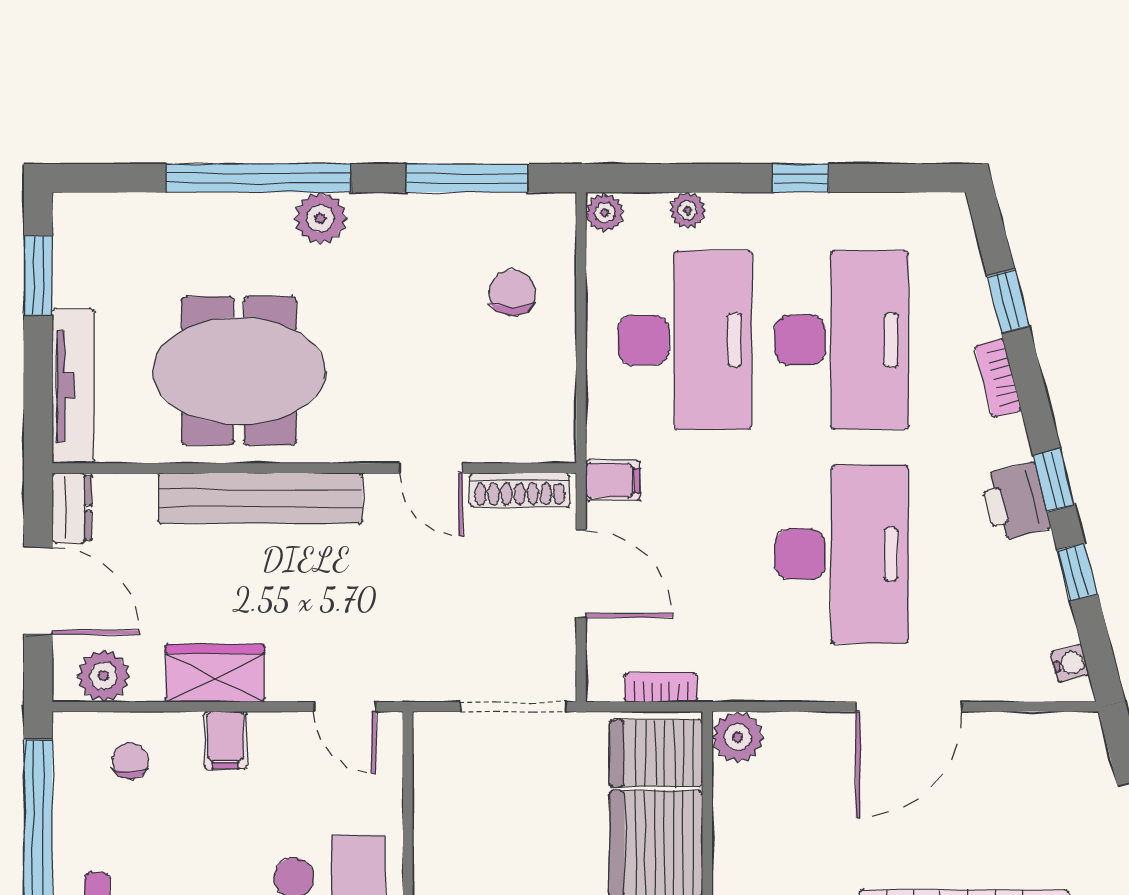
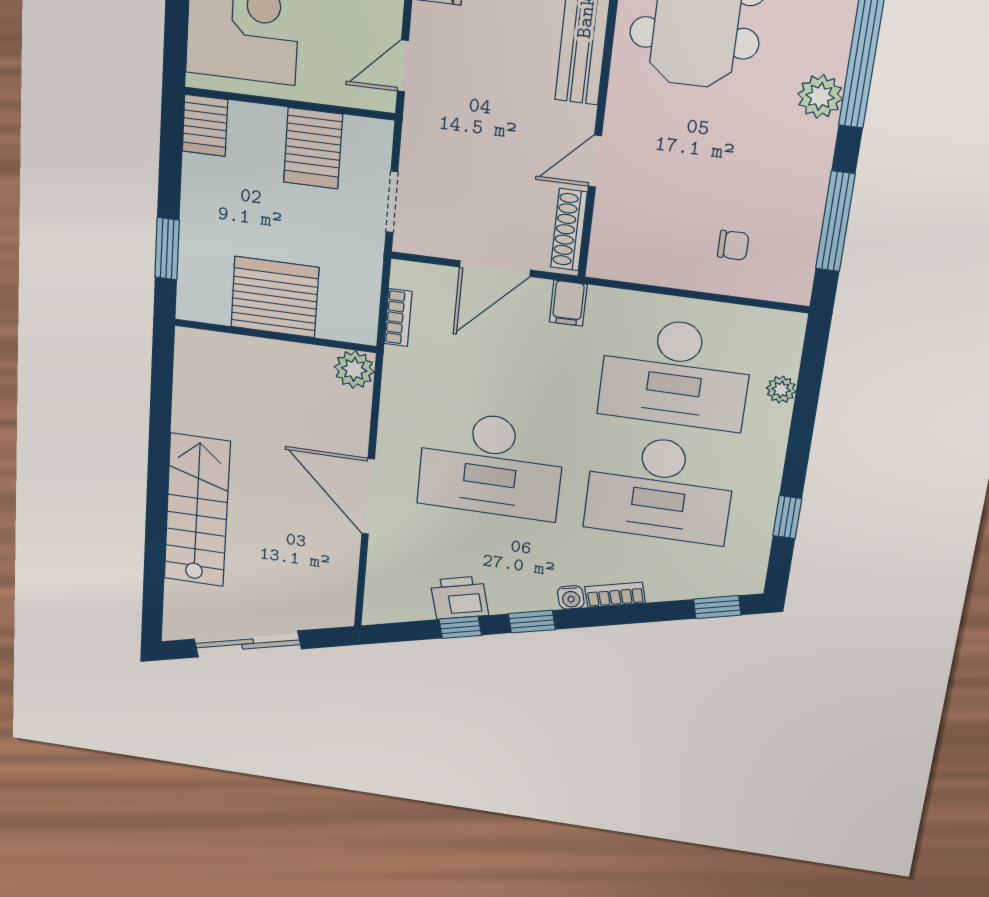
window: (800, 178) -> (787, 517), moved
plant: (605, 213) -> (789, 326), removed
chair: (513, 293) -> (733, 245), width x0.73, depth x0.73
window: (1008, 301) -> (717, 607), moved
printer: (1015, 502) -> (459, 598), moved
water cooler: (1070, 663) -> (571, 597), moved
doorway: (514, 707) -> (392, 202), width x0.73
server rack: (656, 753) -> (313, 148), moved, turned 180

